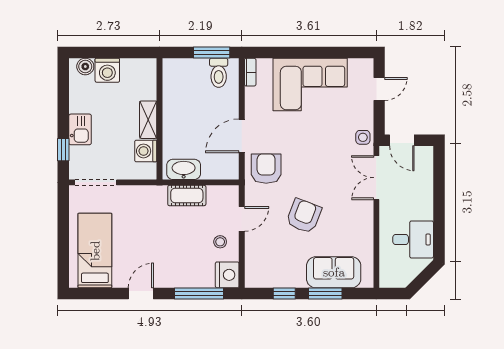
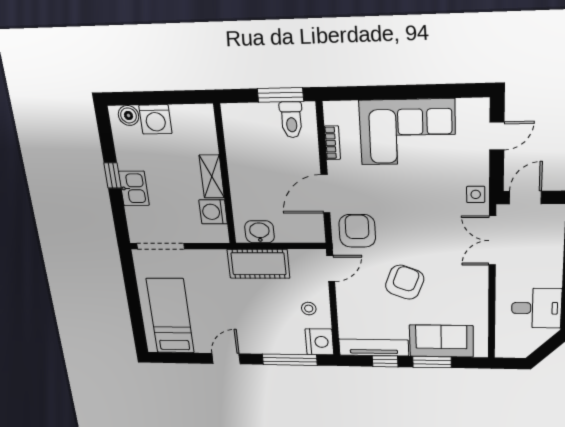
bookcase: (250, 72) -> (332, 143), moved
door: (402, 140) -> (525, 198), swing flipped
window: (63, 150) -> (113, 176), moved
washbasin: (184, 169) -> (260, 232), width x0.72
cot: (187, 196) -> (258, 264), width x1.37, depth x1.34
door: (242, 219) -> (331, 268), moved
tv unit: (275, 280) -> (374, 348), added

